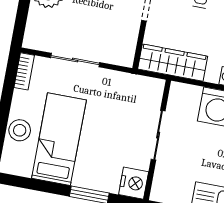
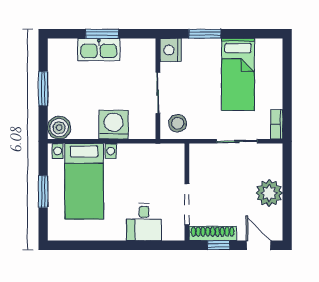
wardrobe: (173, 63) -> (157, 154), removed
stool: (20, 130) -> (178, 123), moved

